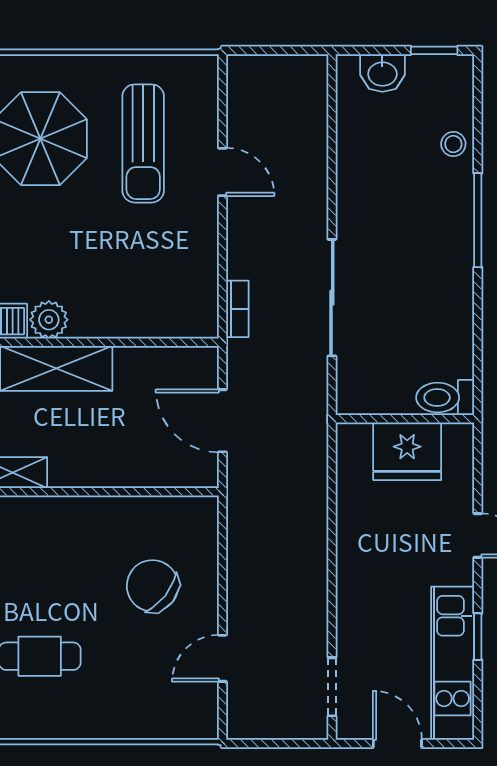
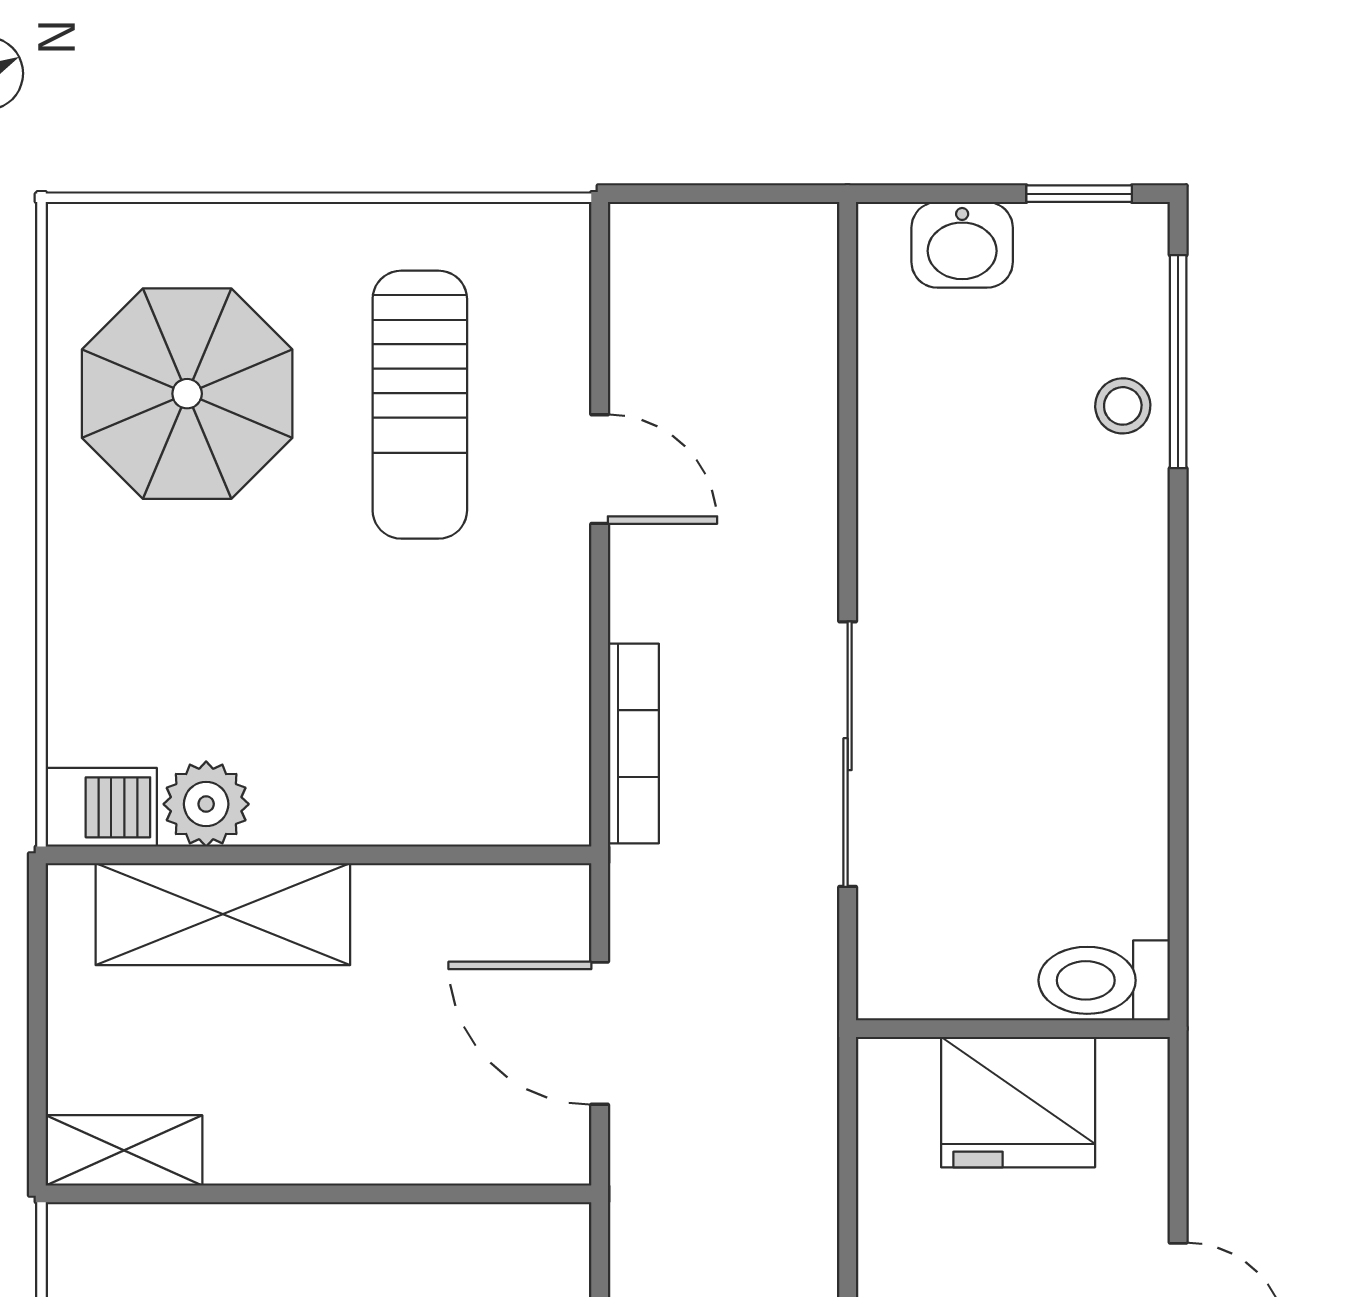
window: (478, 220) -> (1178, 362), moved
bookcase: (237, 309) -> (633, 743), width x1.56

